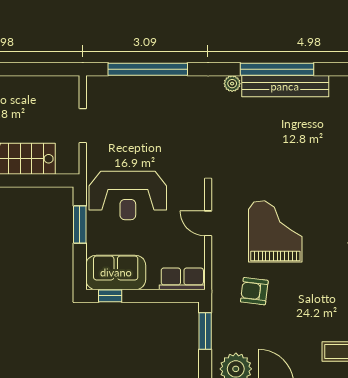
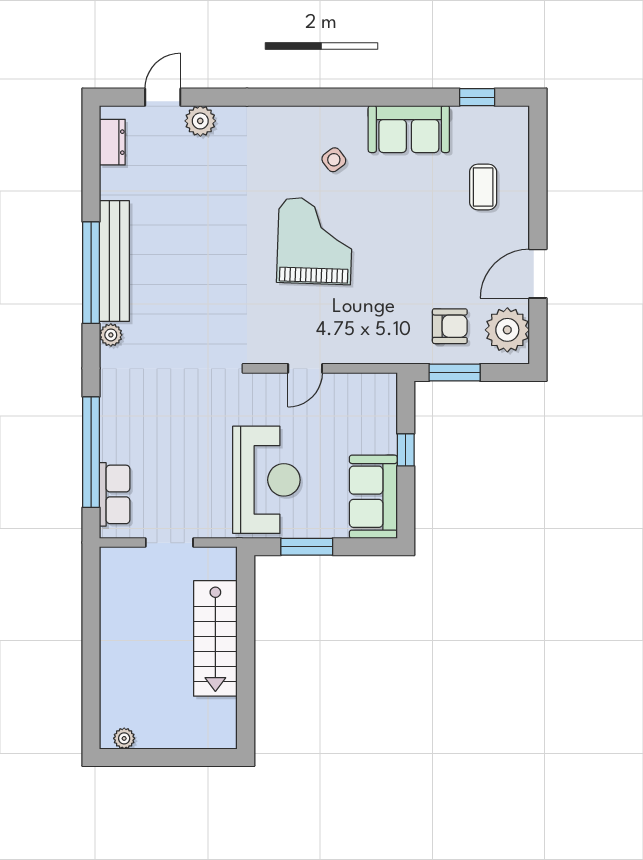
grand piano: (275, 231) -> (315, 241), moved, turned 92
row of seats: (182, 279) -> (115, 494), moved, turned 180
armchair: (254, 291) -> (450, 326), moved, turned -97
window: (110, 296) -> (406, 450), moved

